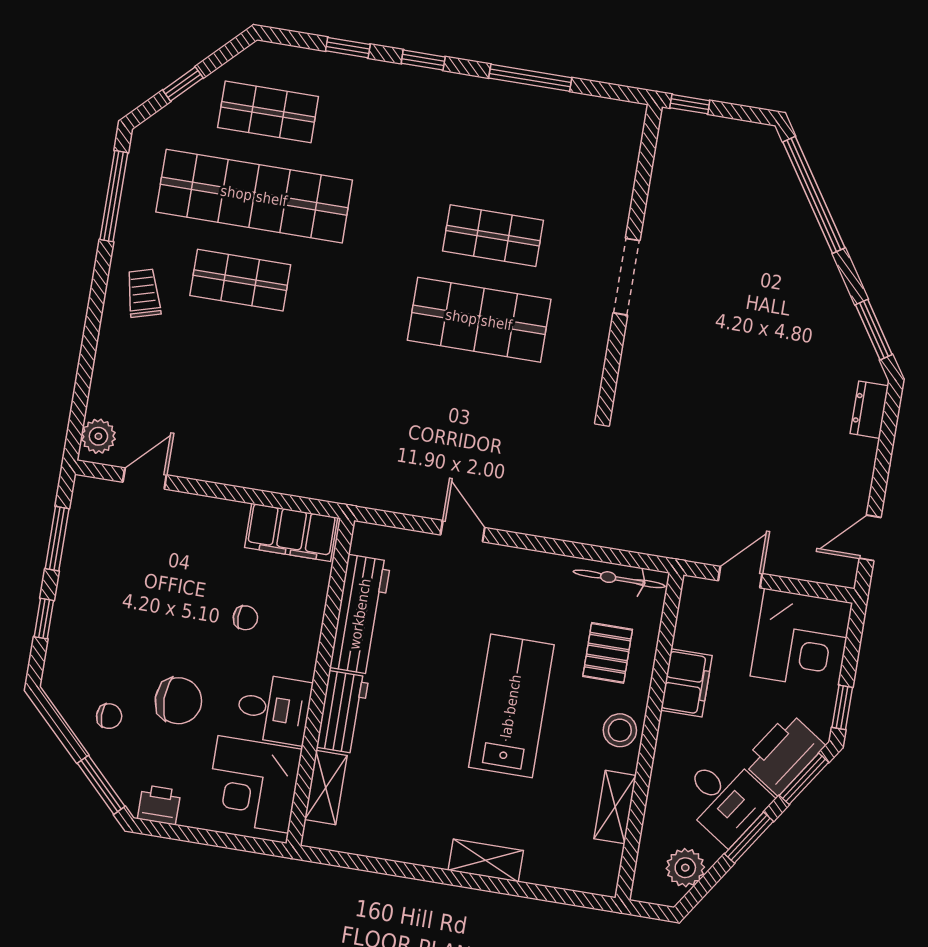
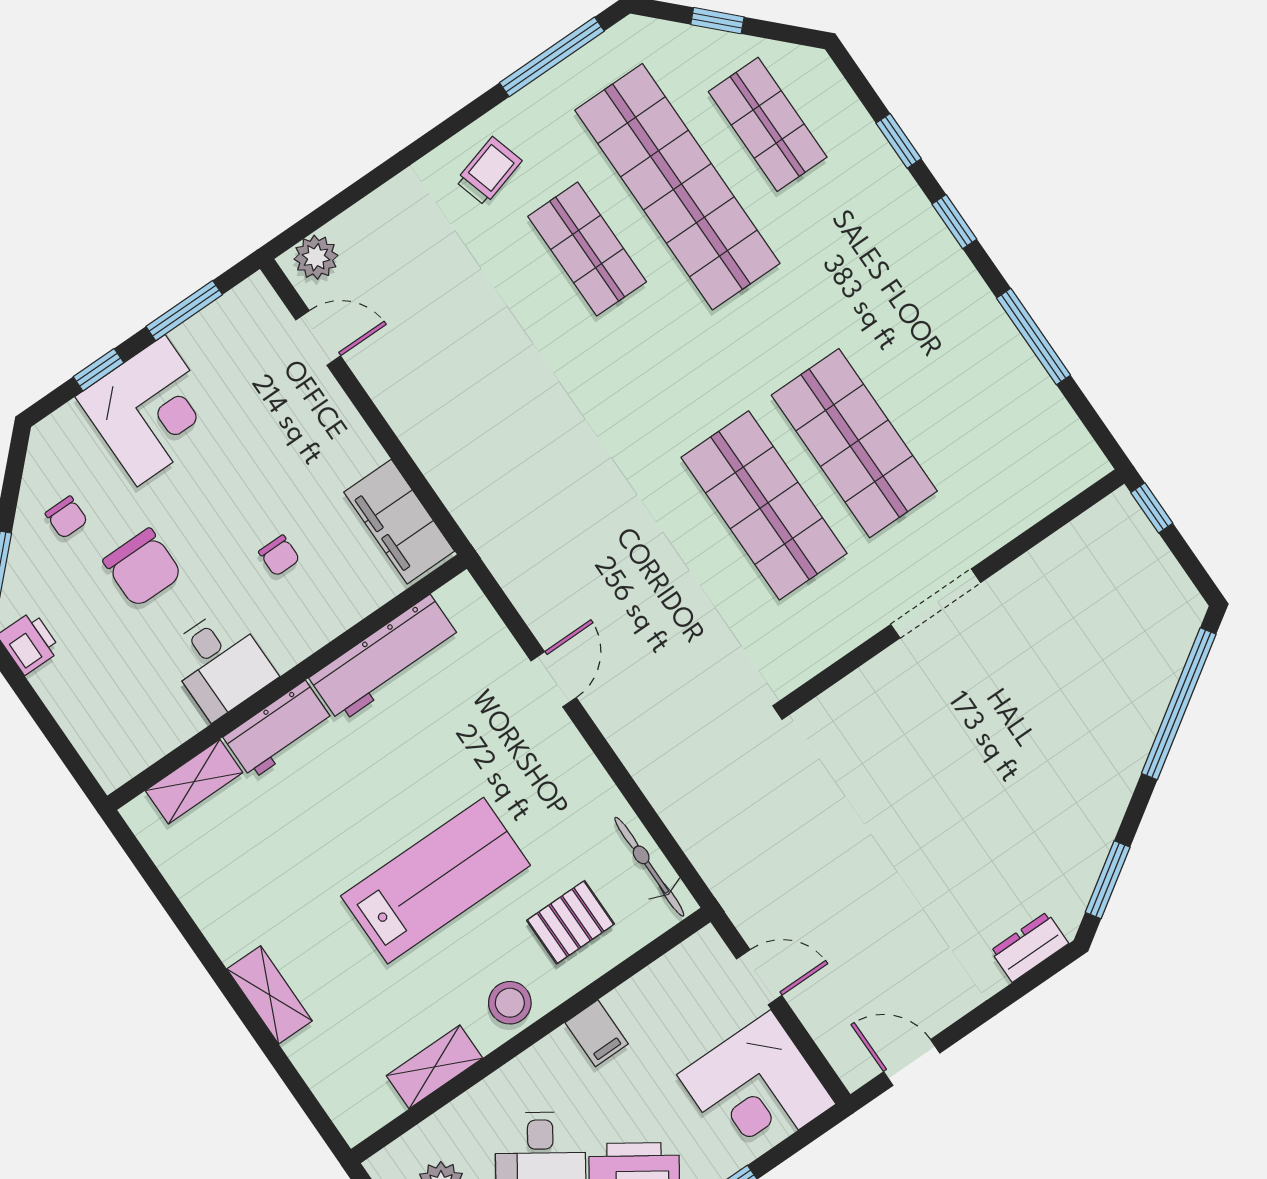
shop shelf: (493, 236) -> (854, 443), width x1.43, depth x1.36
filing cabinet: (686, 683) -> (597, 1033), width x0.50
corner desk: (253, 784) -> (151, 411), moved, turned 180

